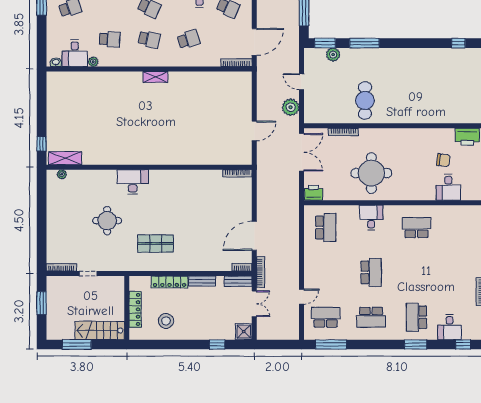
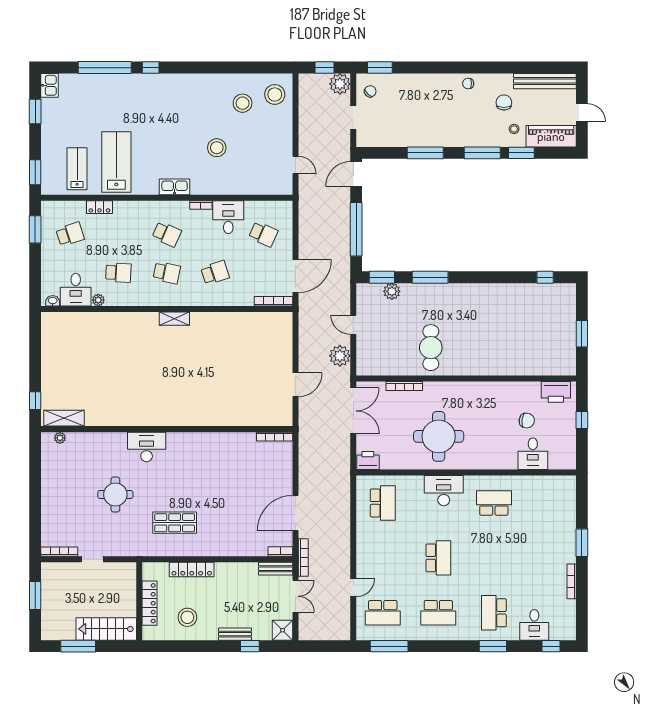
desk: (371, 217) -> (444, 491), width x1.37
bench: (202, 281) -> (235, 634), moved
school desk: (326, 317) -> (383, 613), turned 180

